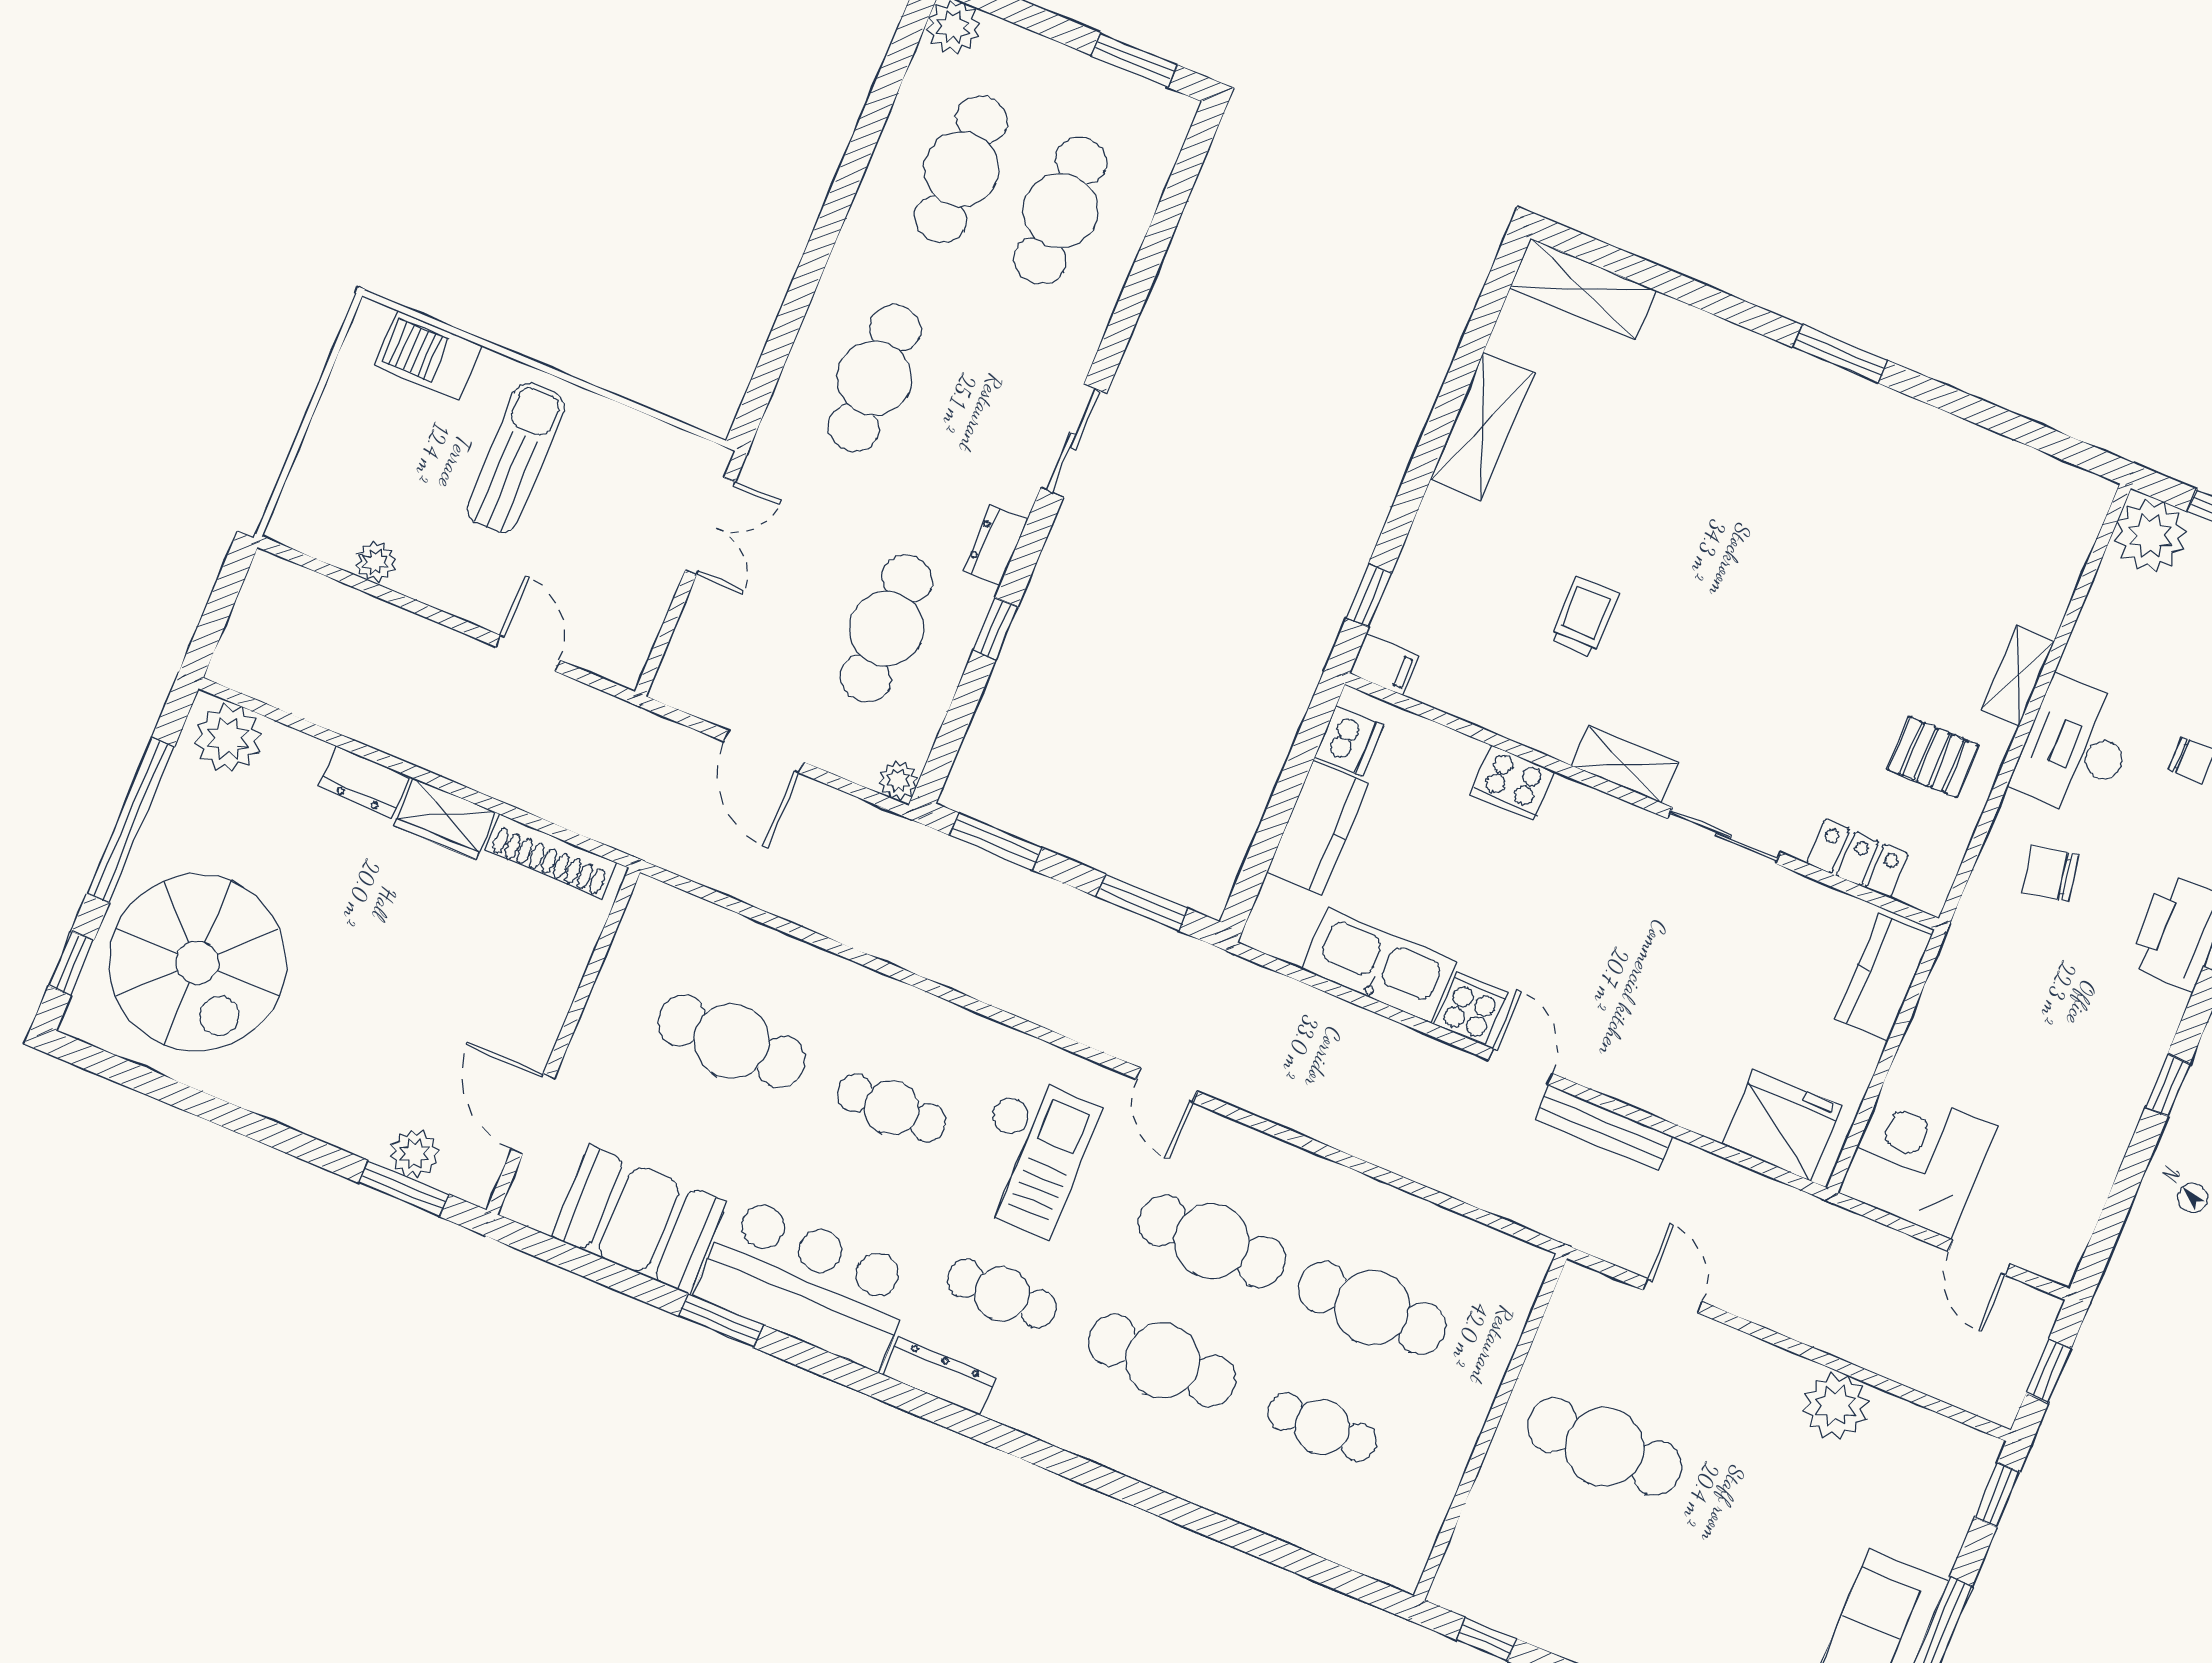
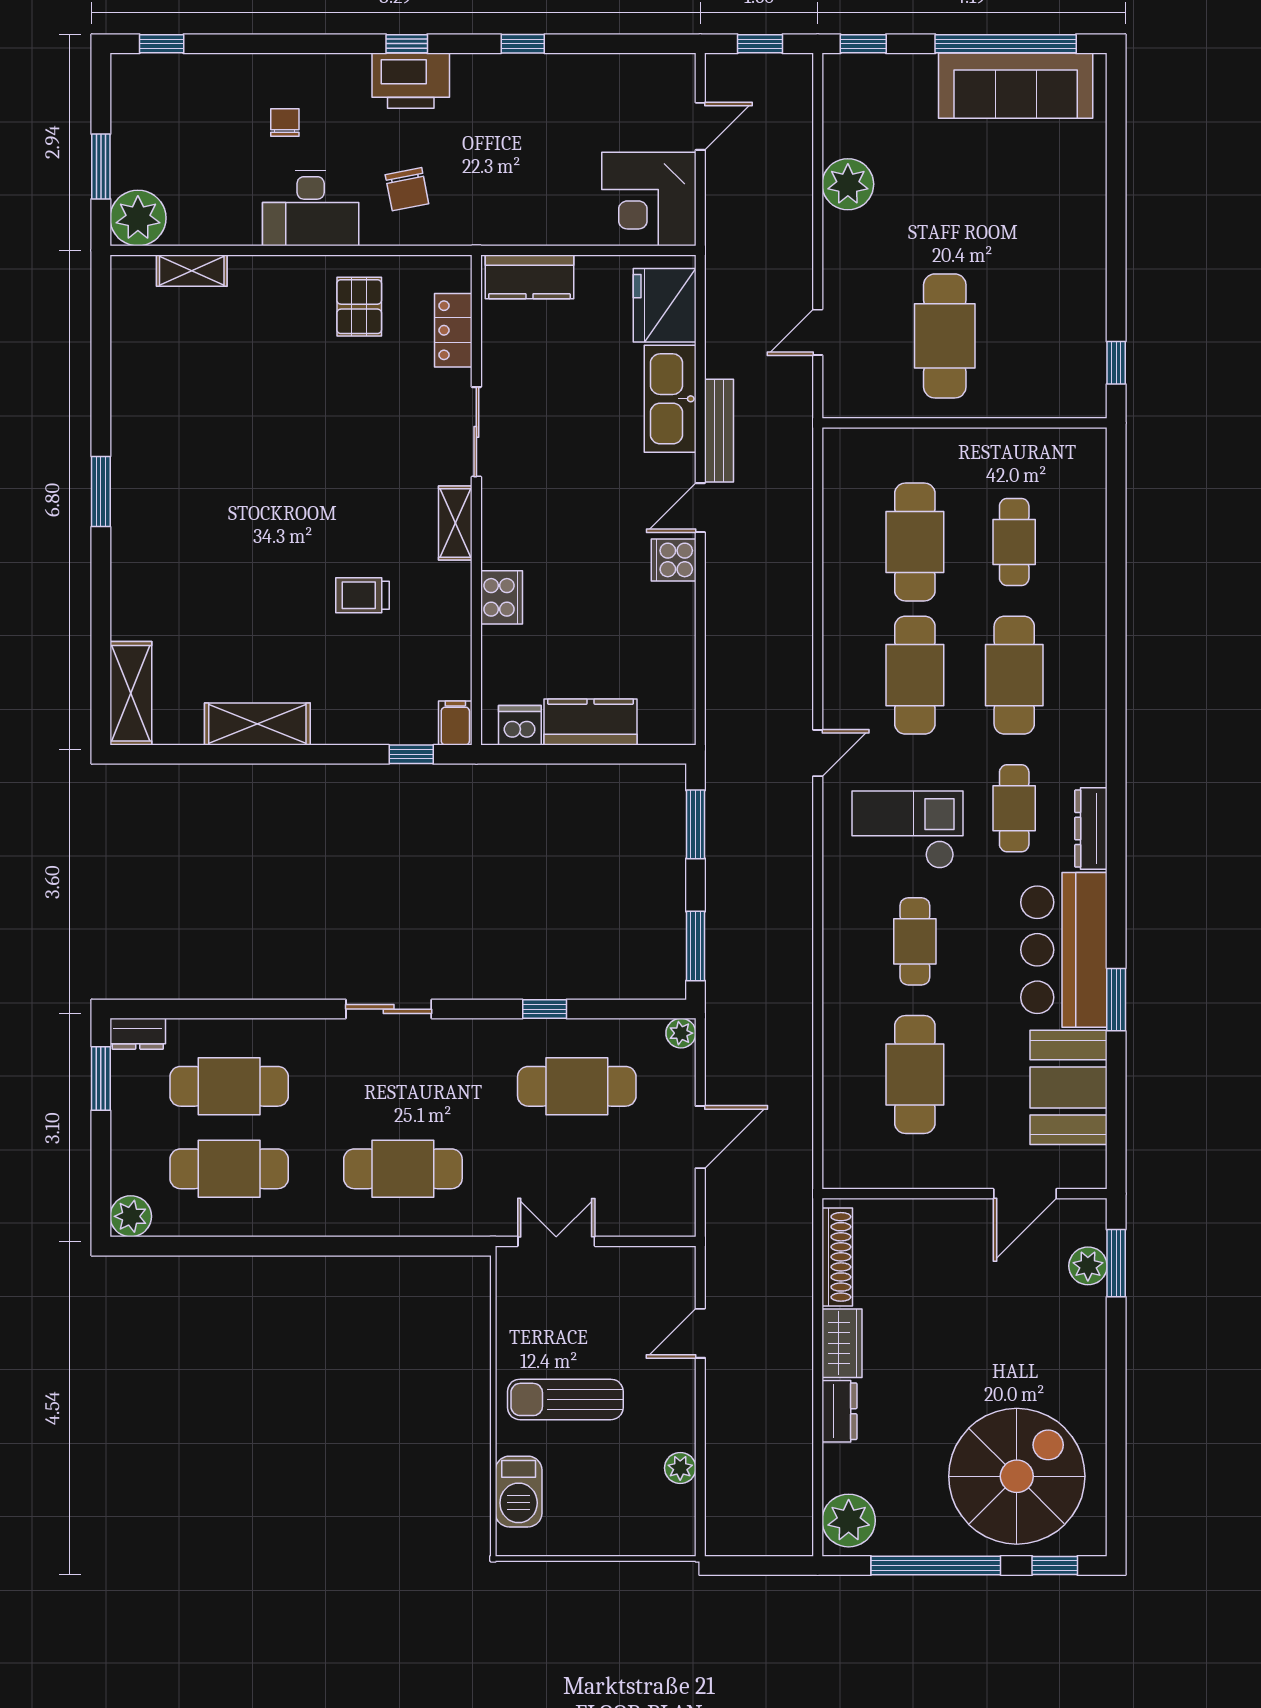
dresser: (995, 545) -> (138, 1034), moved
shelving: (2018, 676) -> (192, 271), moved
kitchen sink: (1379, 965) -> (670, 399), moved

